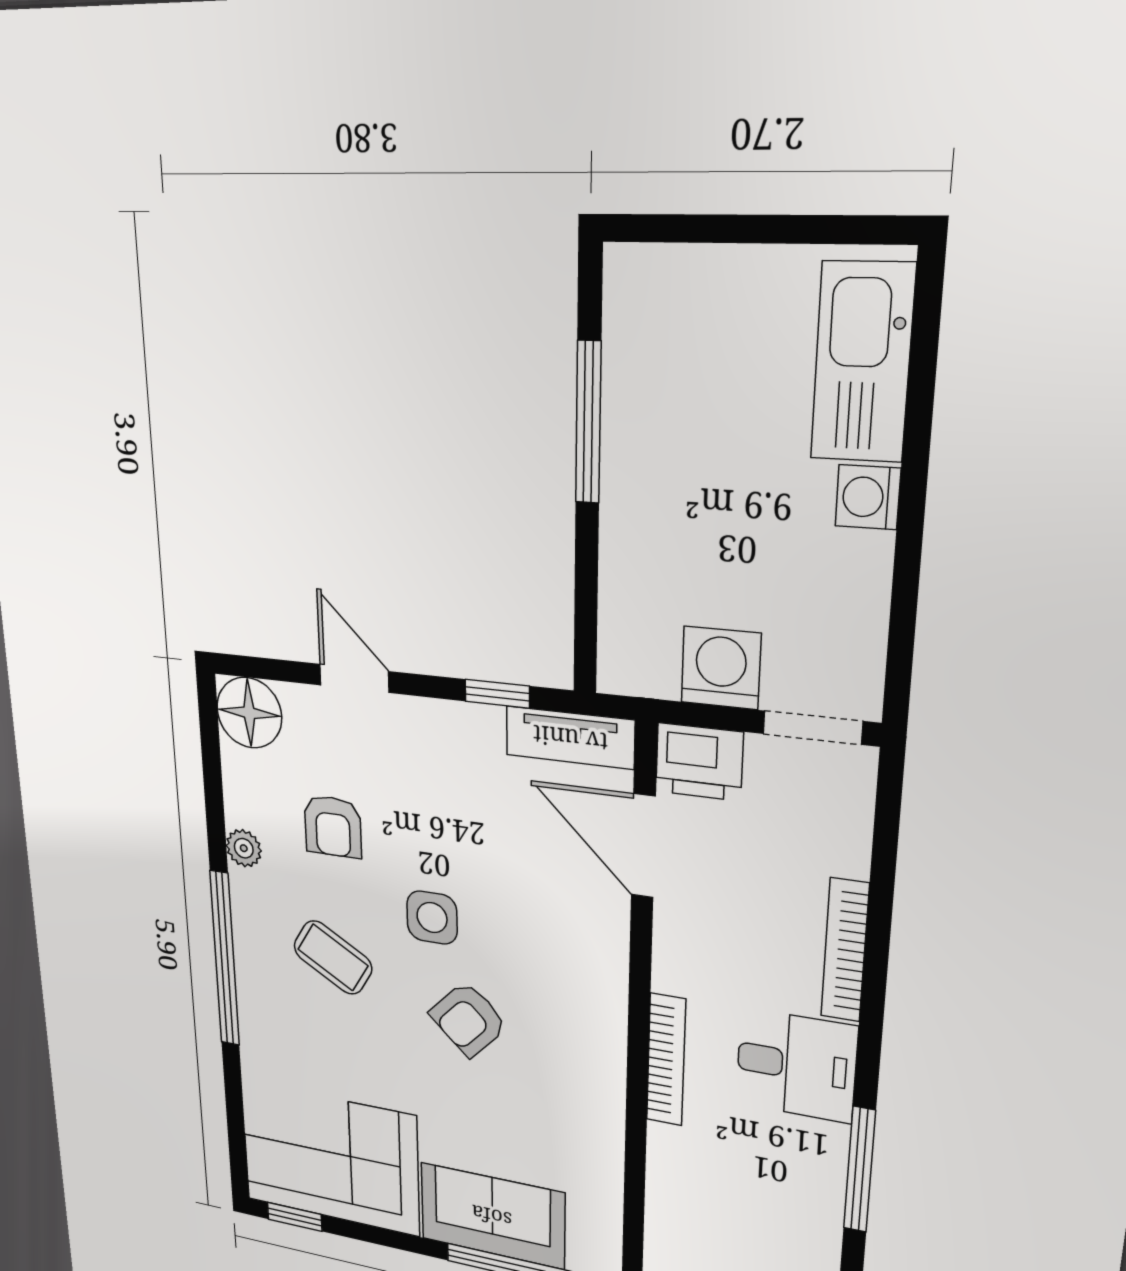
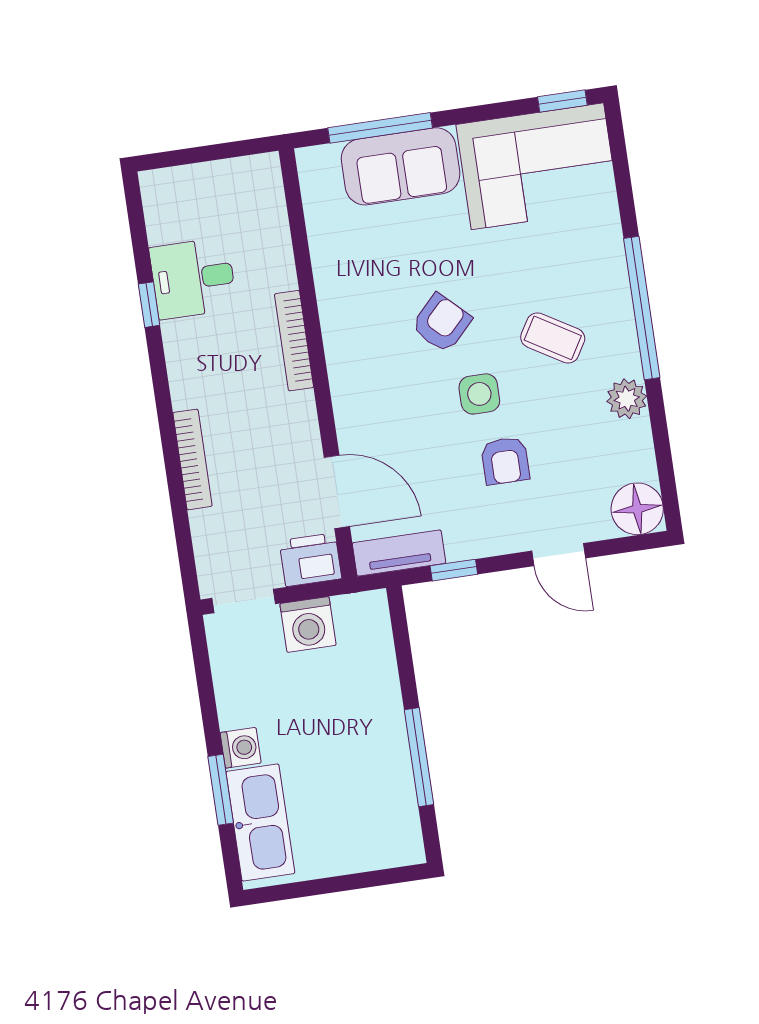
window: (917, 433) -> (221, 790), added
armchair: (333, 826) -> (505, 461), moved, turned 180
plant: (244, 848) -> (627, 399), width x1.38, depth x1.38
desk: (796, 1065) -> (193, 278), moved
window: (859, 1170) -> (149, 305), width x0.46

